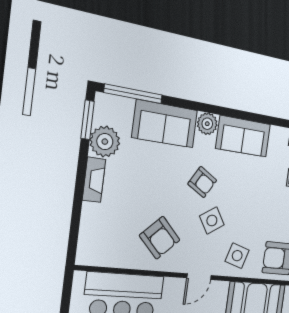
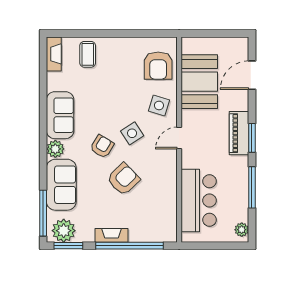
plant: (105, 142) -> (64, 231), moved
window: (78, 202) -> (129, 246), added
armchair: (160, 238) -> (123, 179), moved
door: (199, 277) -> (179, 138), swing flipped

